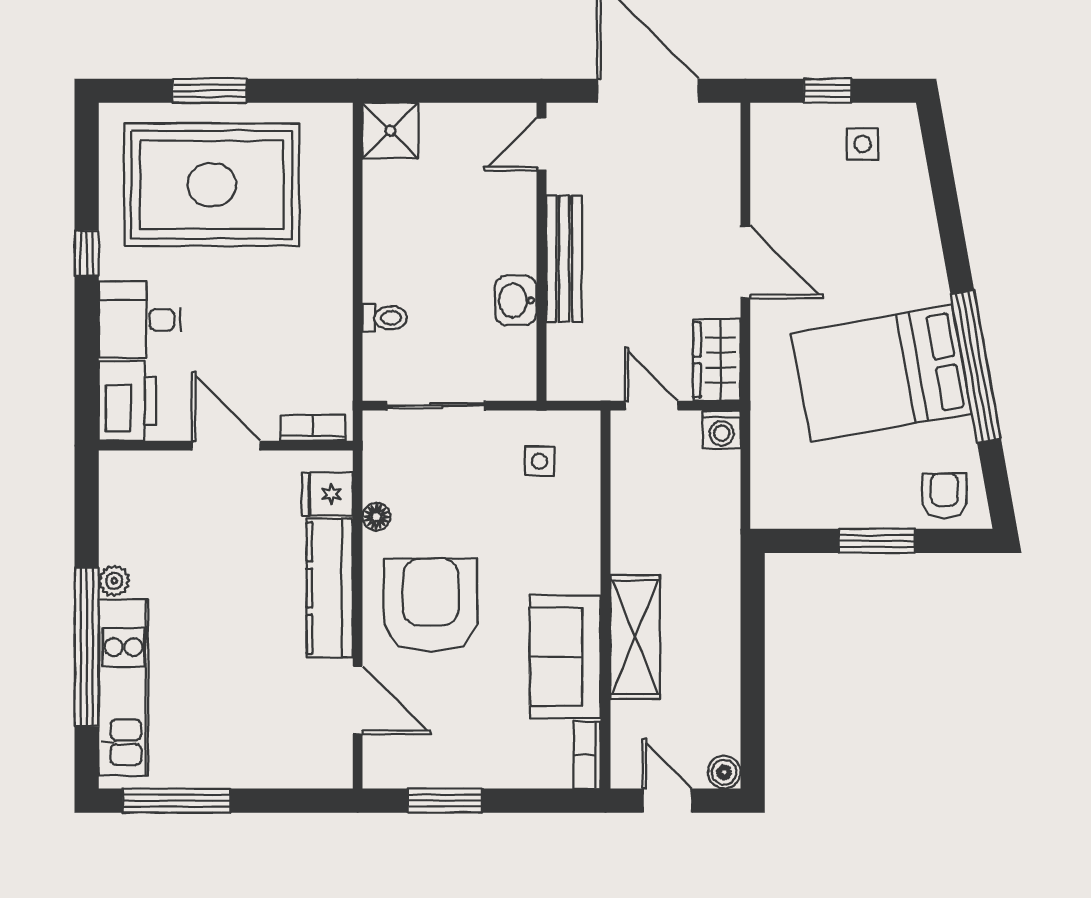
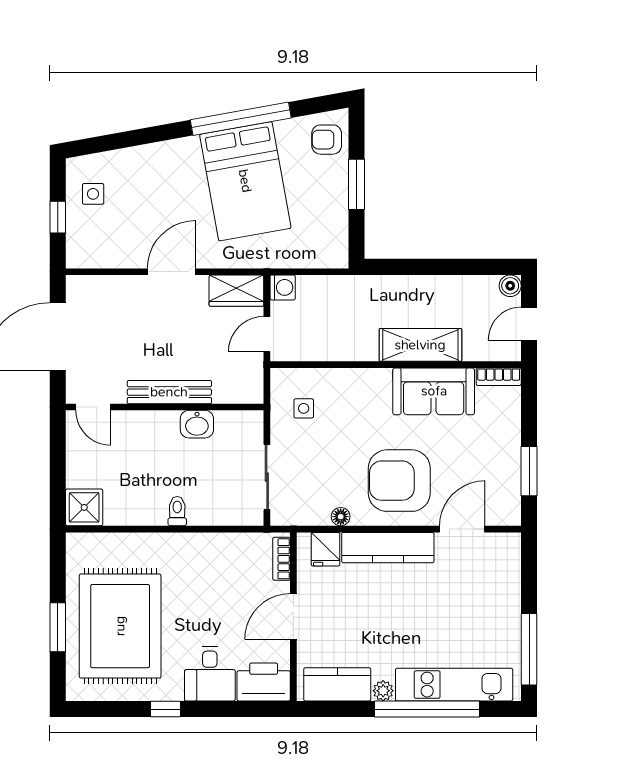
toilet: (385, 318) -> (177, 511), moved
kitchen counter: (124, 512) -> (337, 684), added

